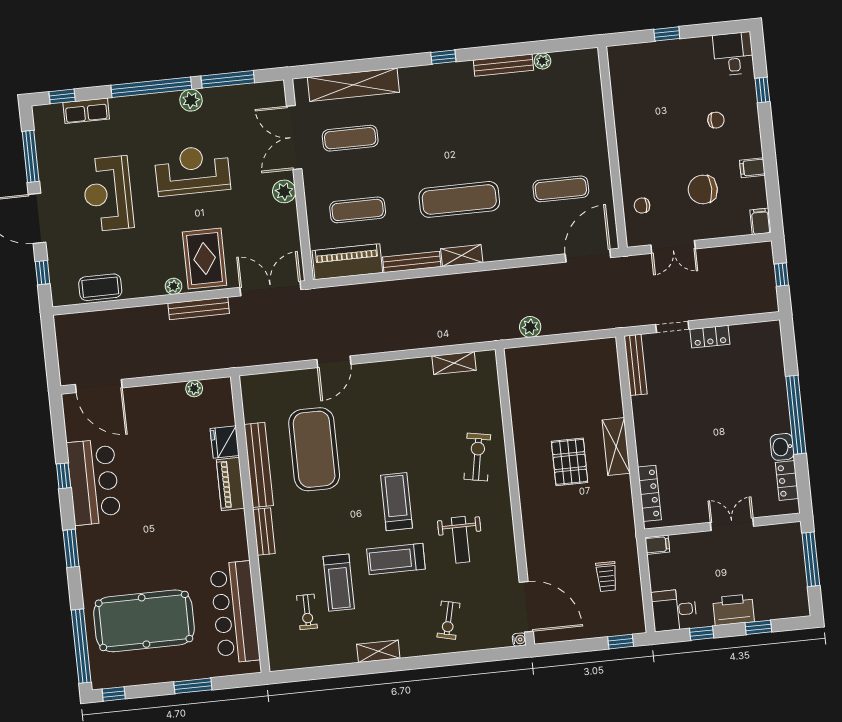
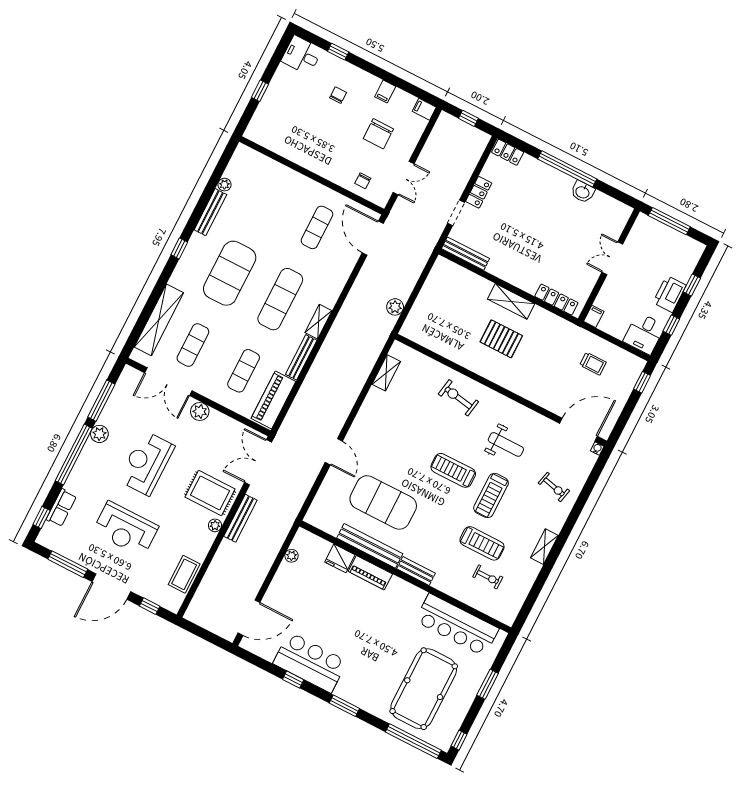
exercise mat: (452, 128) -> (230, 273), added
locker: (787, 480) -> (508, 152), moved

